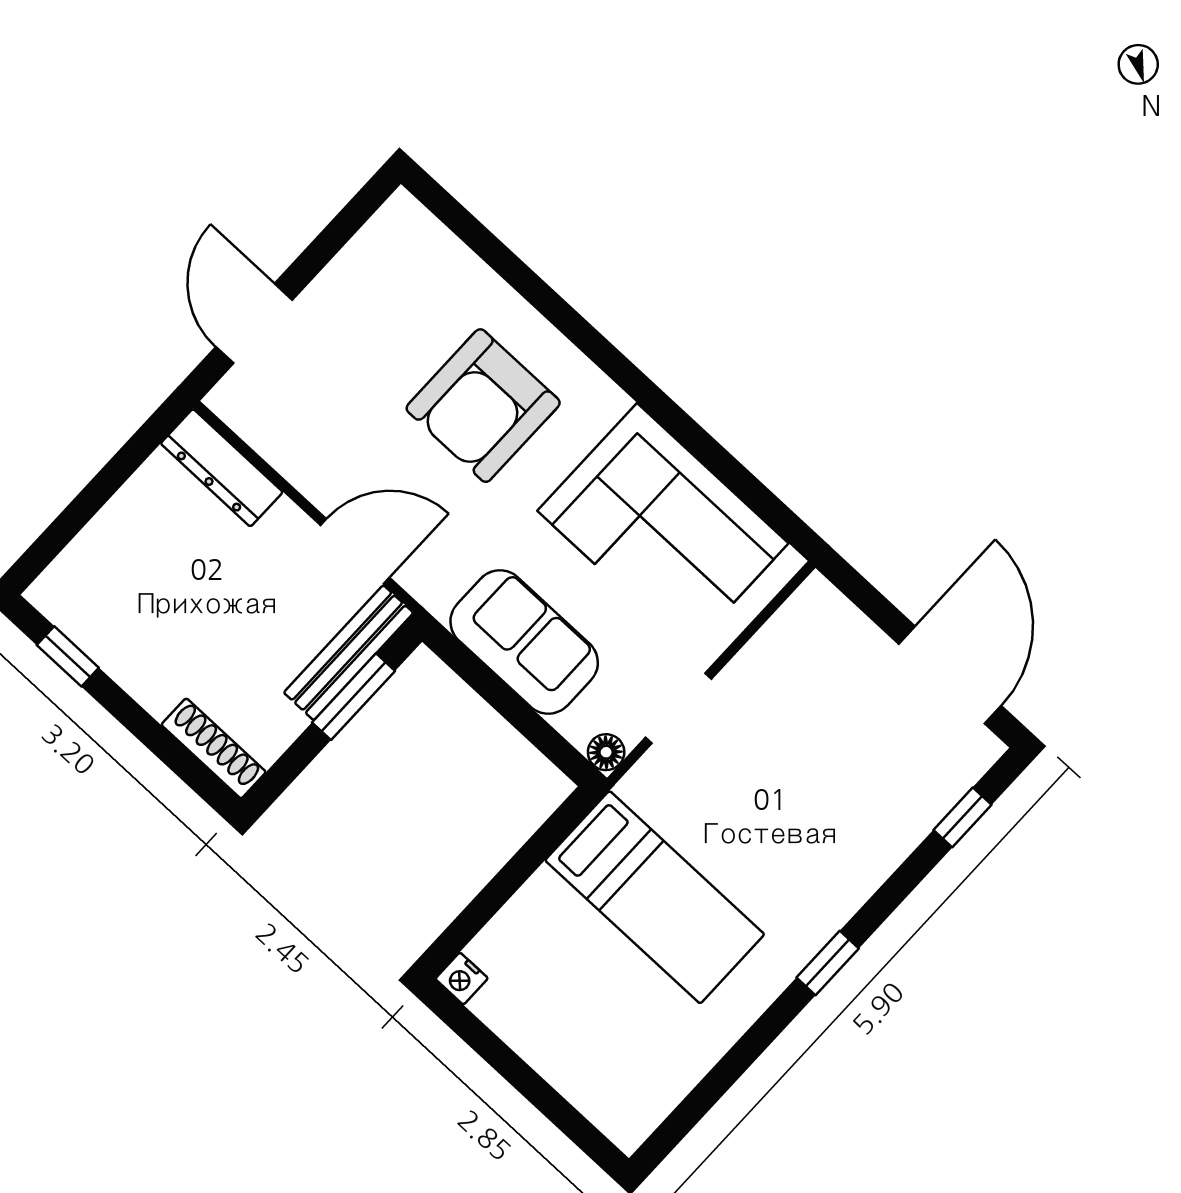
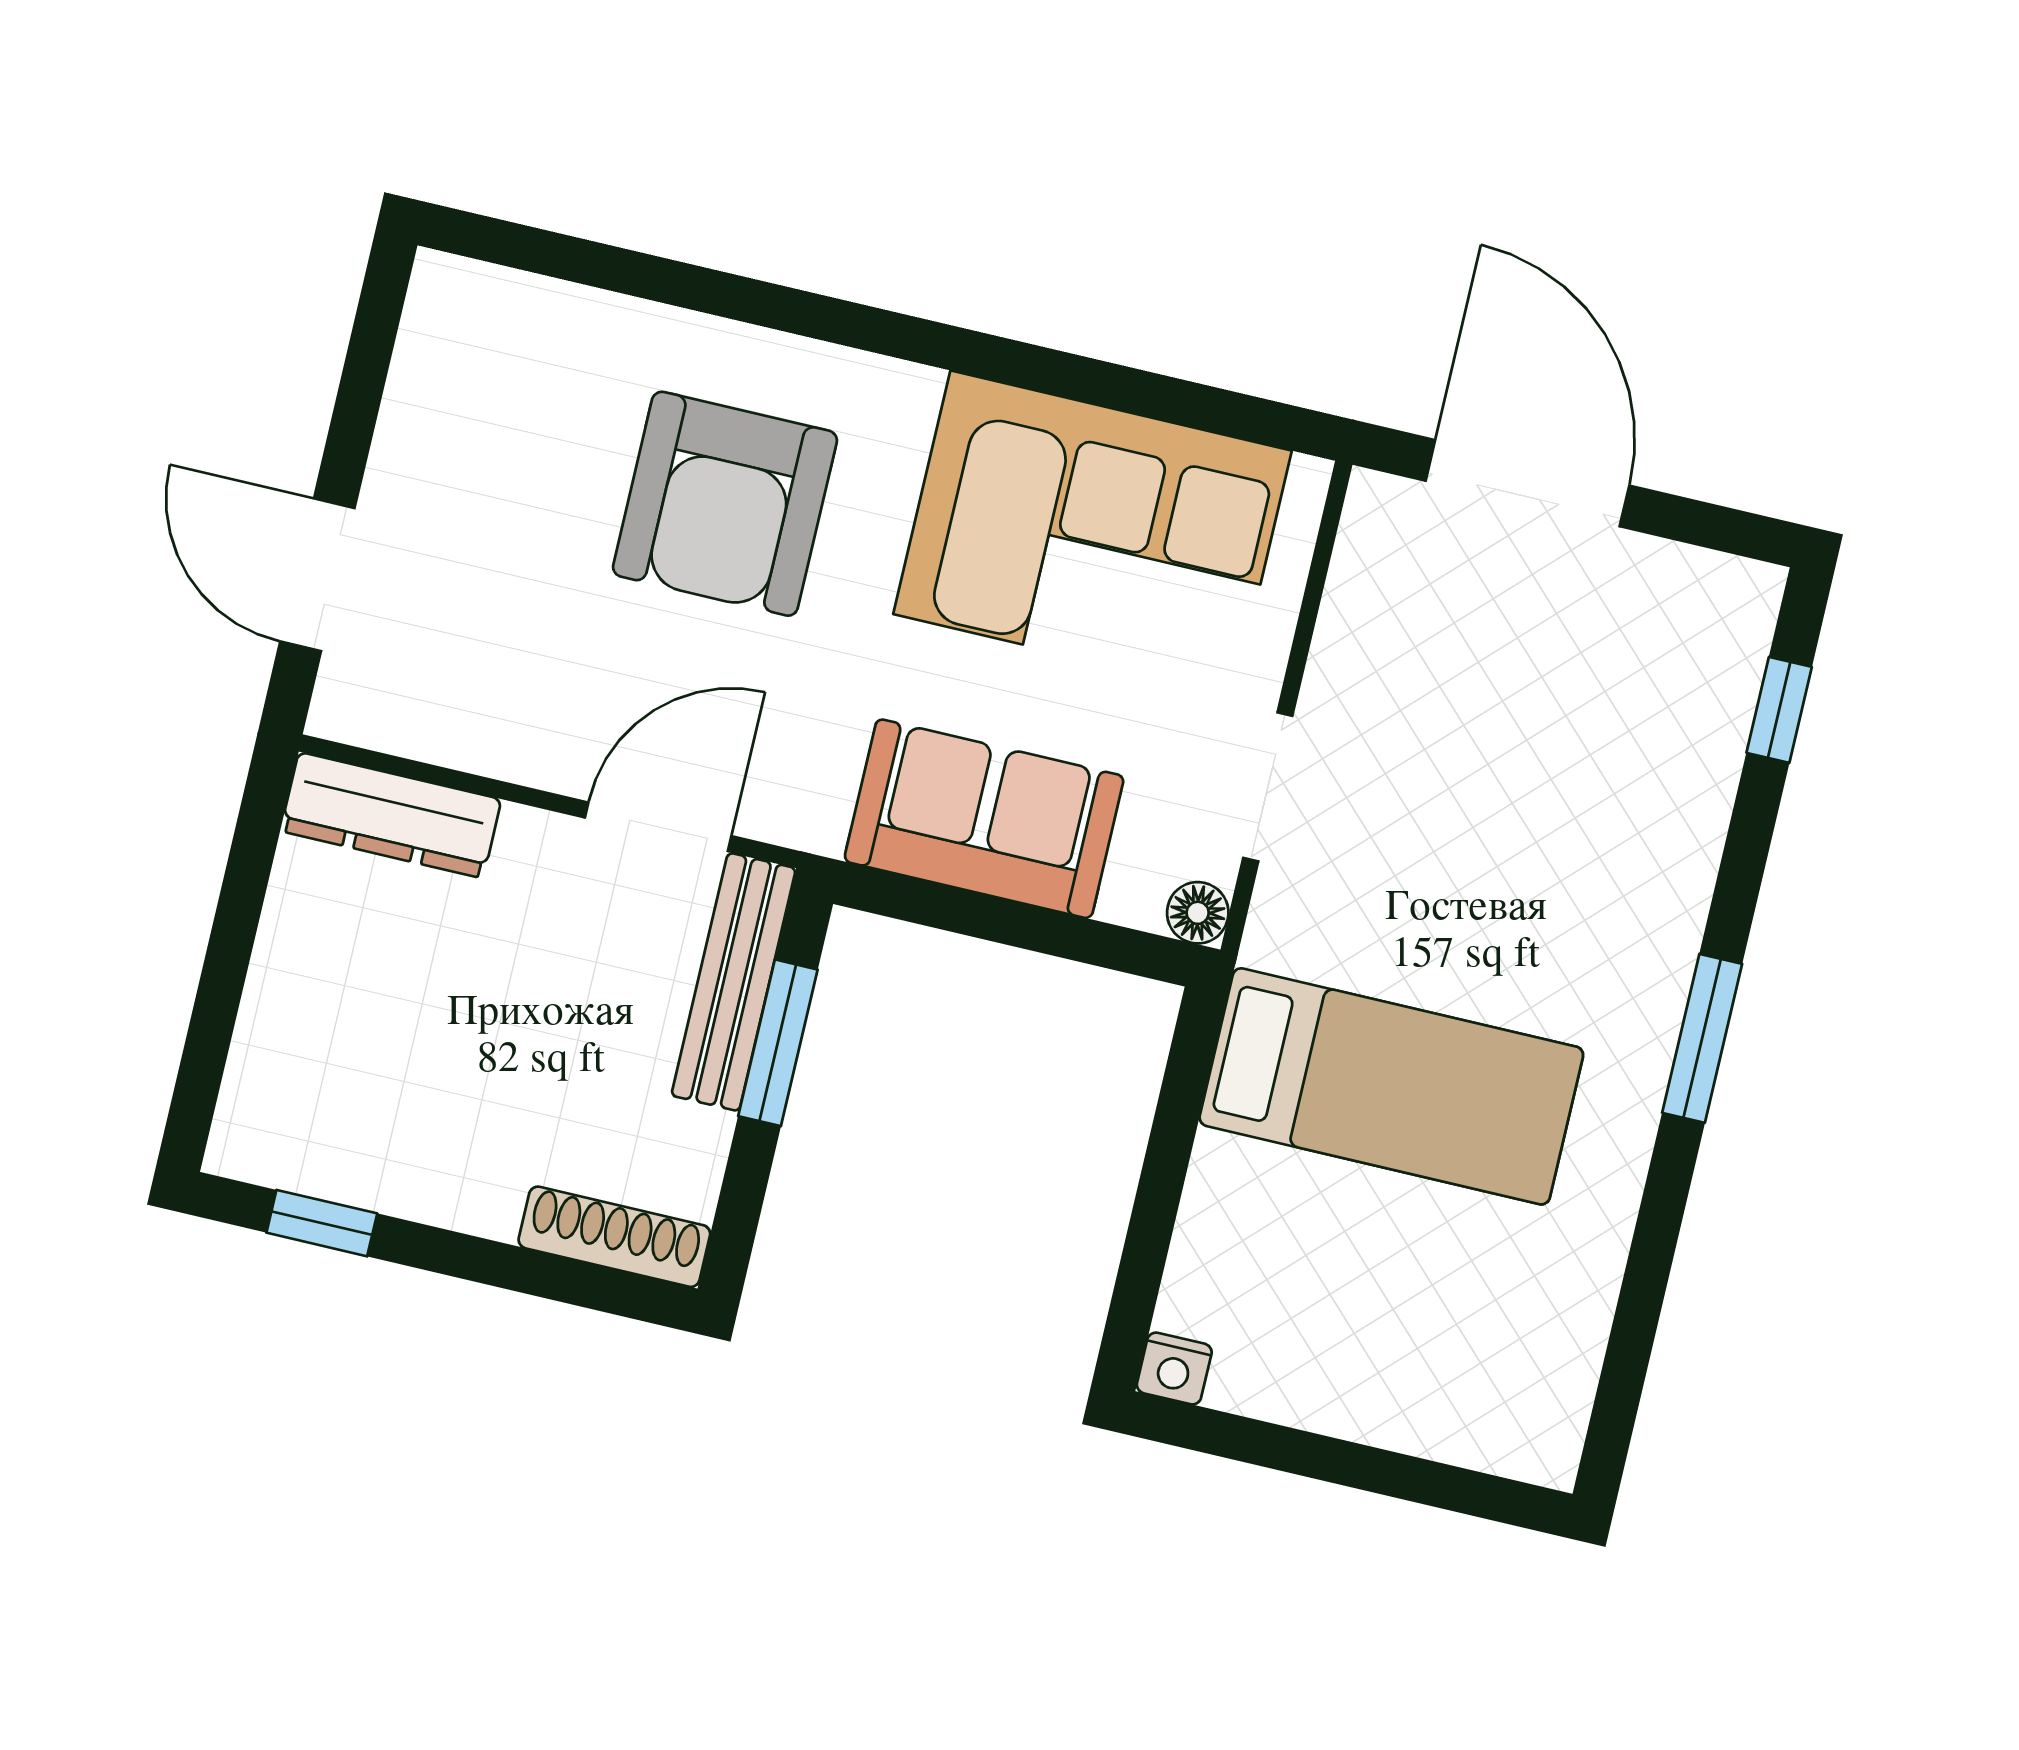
door: (950, 675) -> (1527, 483), moved
window: (828, 963) -> (1702, 1038), width x1.50

